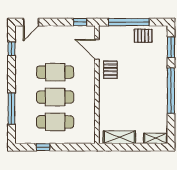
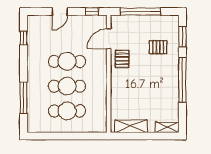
door: (31, 22) -> (60, 12), moved
pallet: (143, 36) -> (158, 47), moved
door: (97, 49) -> (109, 39), hinge flipped
window: (43, 147) -> (55, 136), removed

